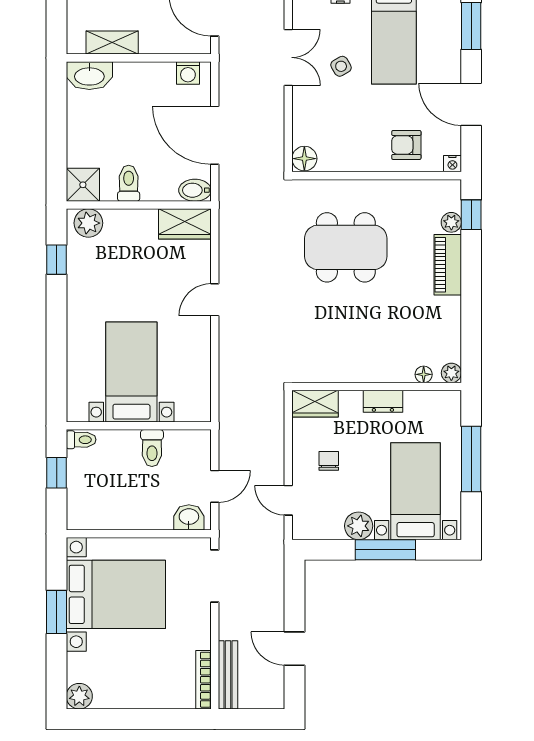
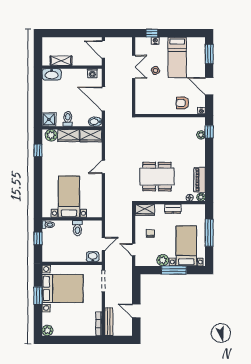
floor lamp: (304, 159) -> (140, 109), removed
wardrobe: (131, 224) -> (69, 136), added
dining table: (346, 247) -> (157, 177), moved
piano: (448, 265) -> (199, 180), moved

